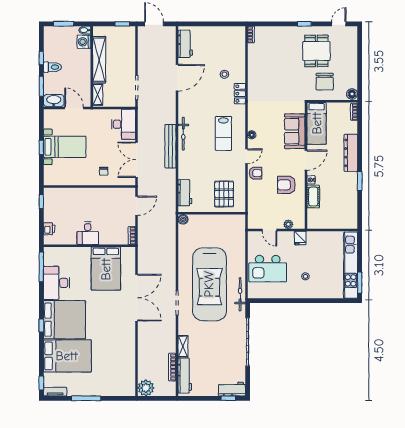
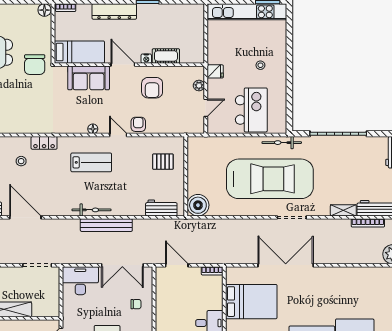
chair: (325, 82) -> (35, 65), moved, turned 90
shelving: (98, 95) -> (45, 311), removed
pallet: (224, 194) -> (163, 162), width x0.67, depth x0.71
boiler: (183, 219) -> (198, 205), width x1.86, depth x1.86

